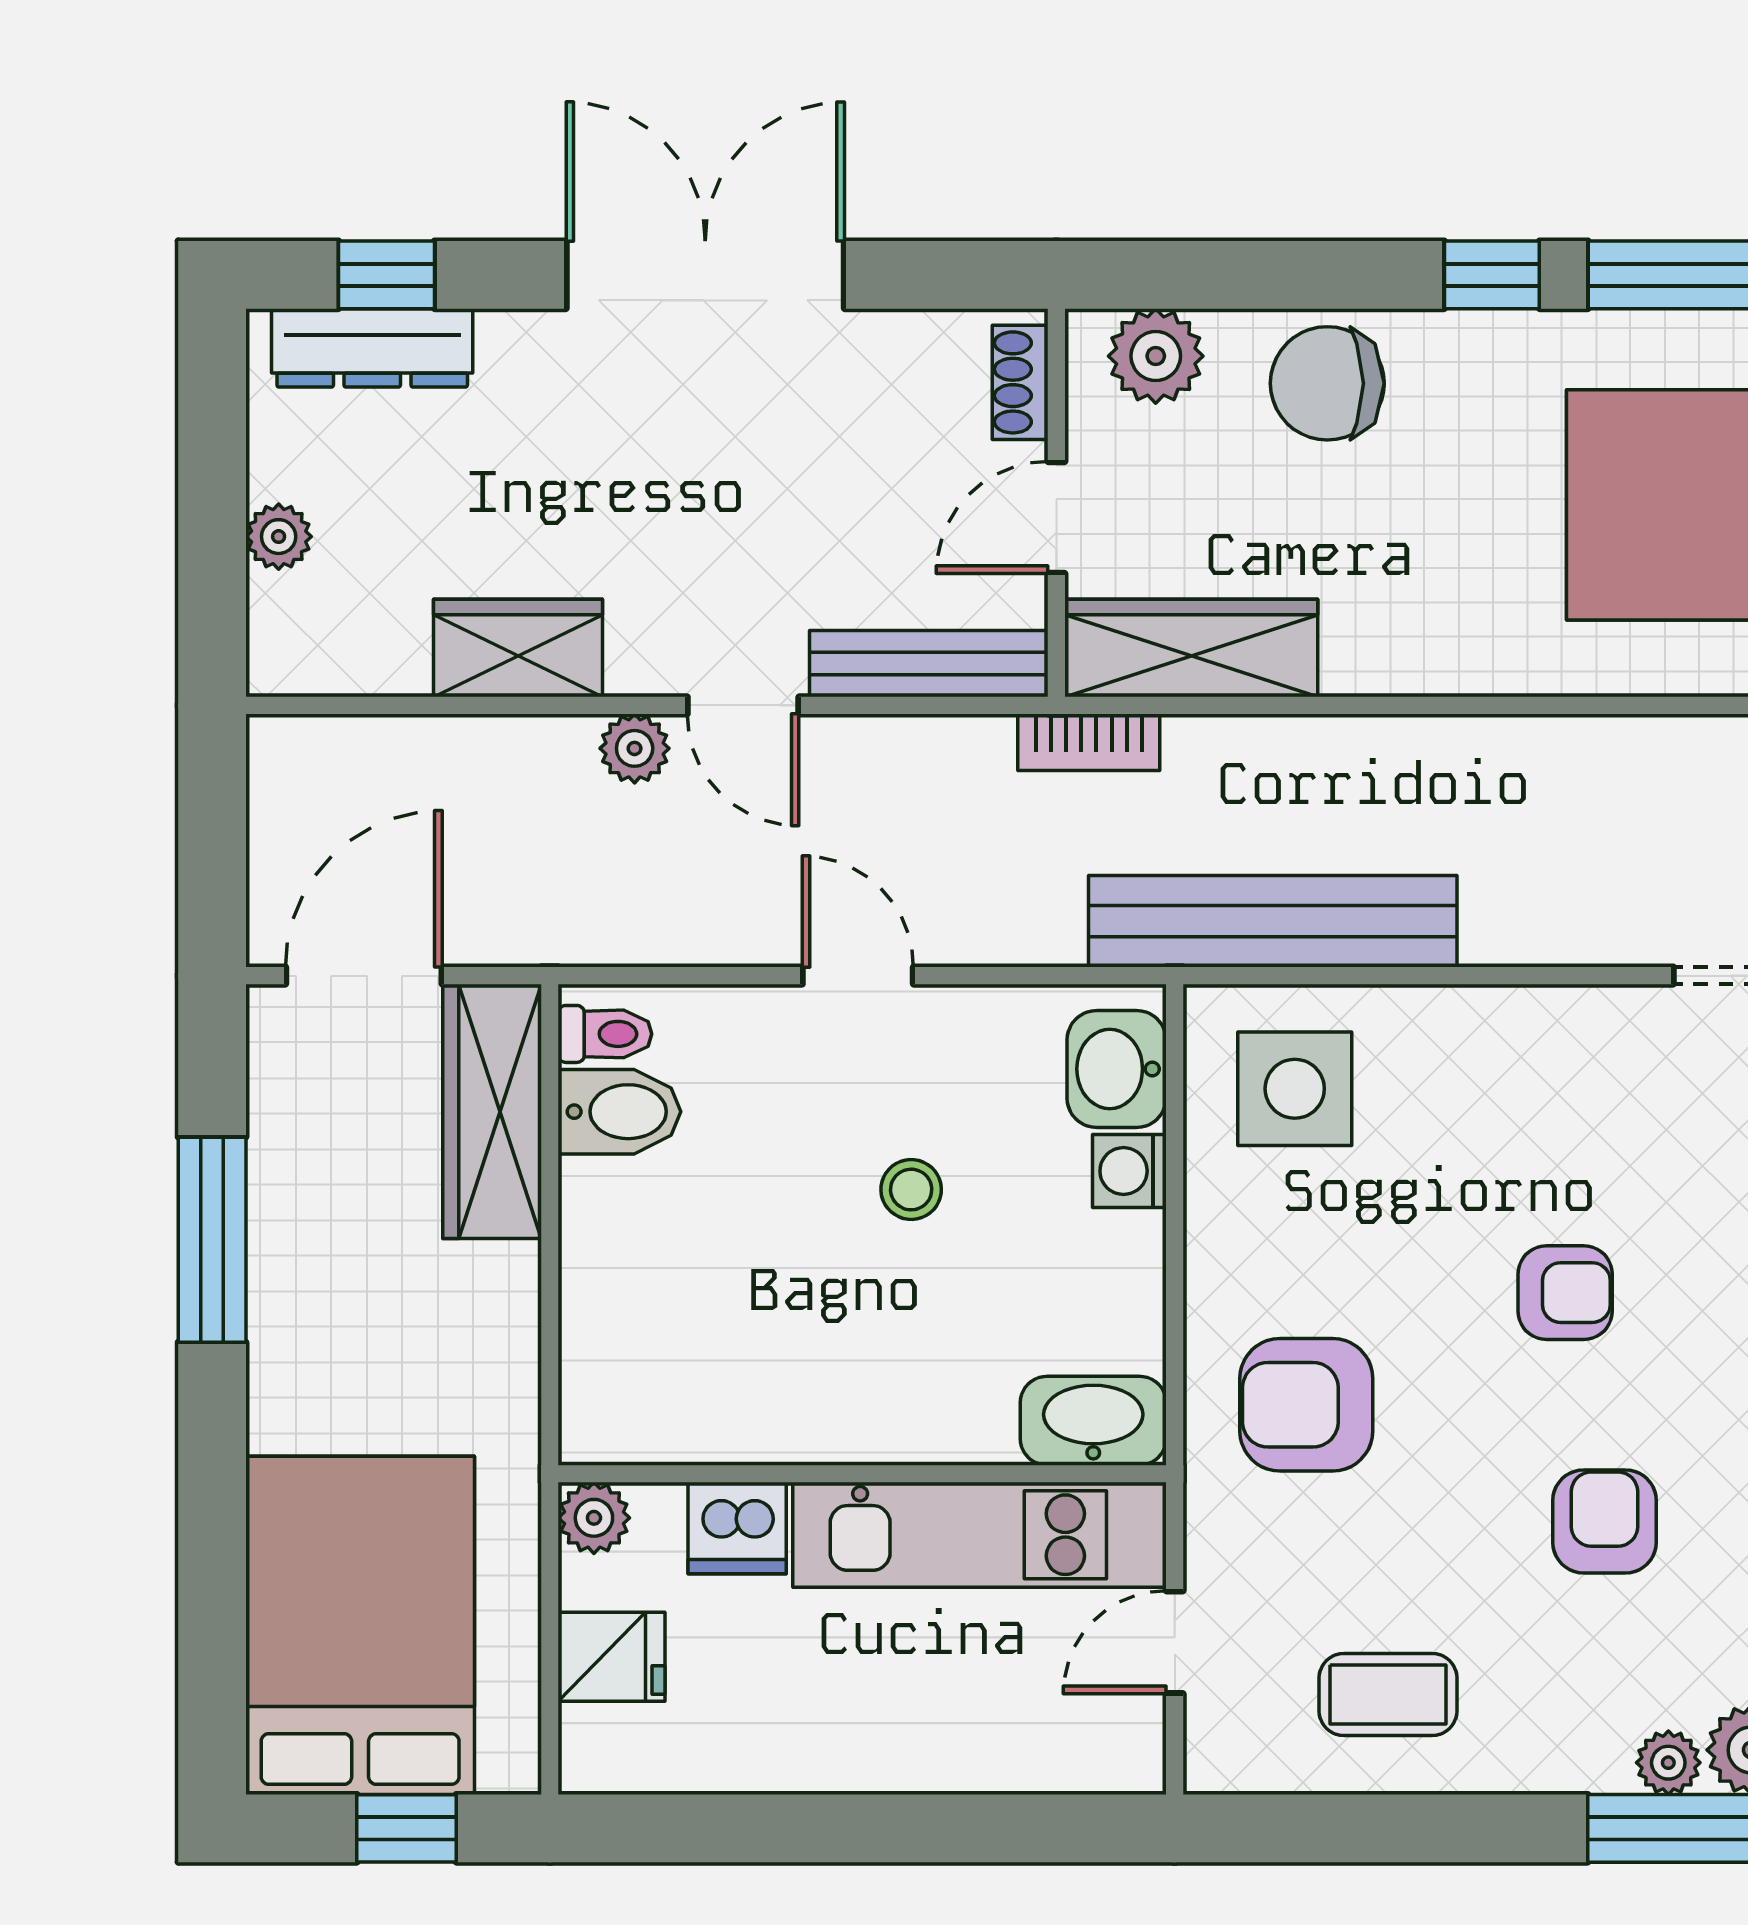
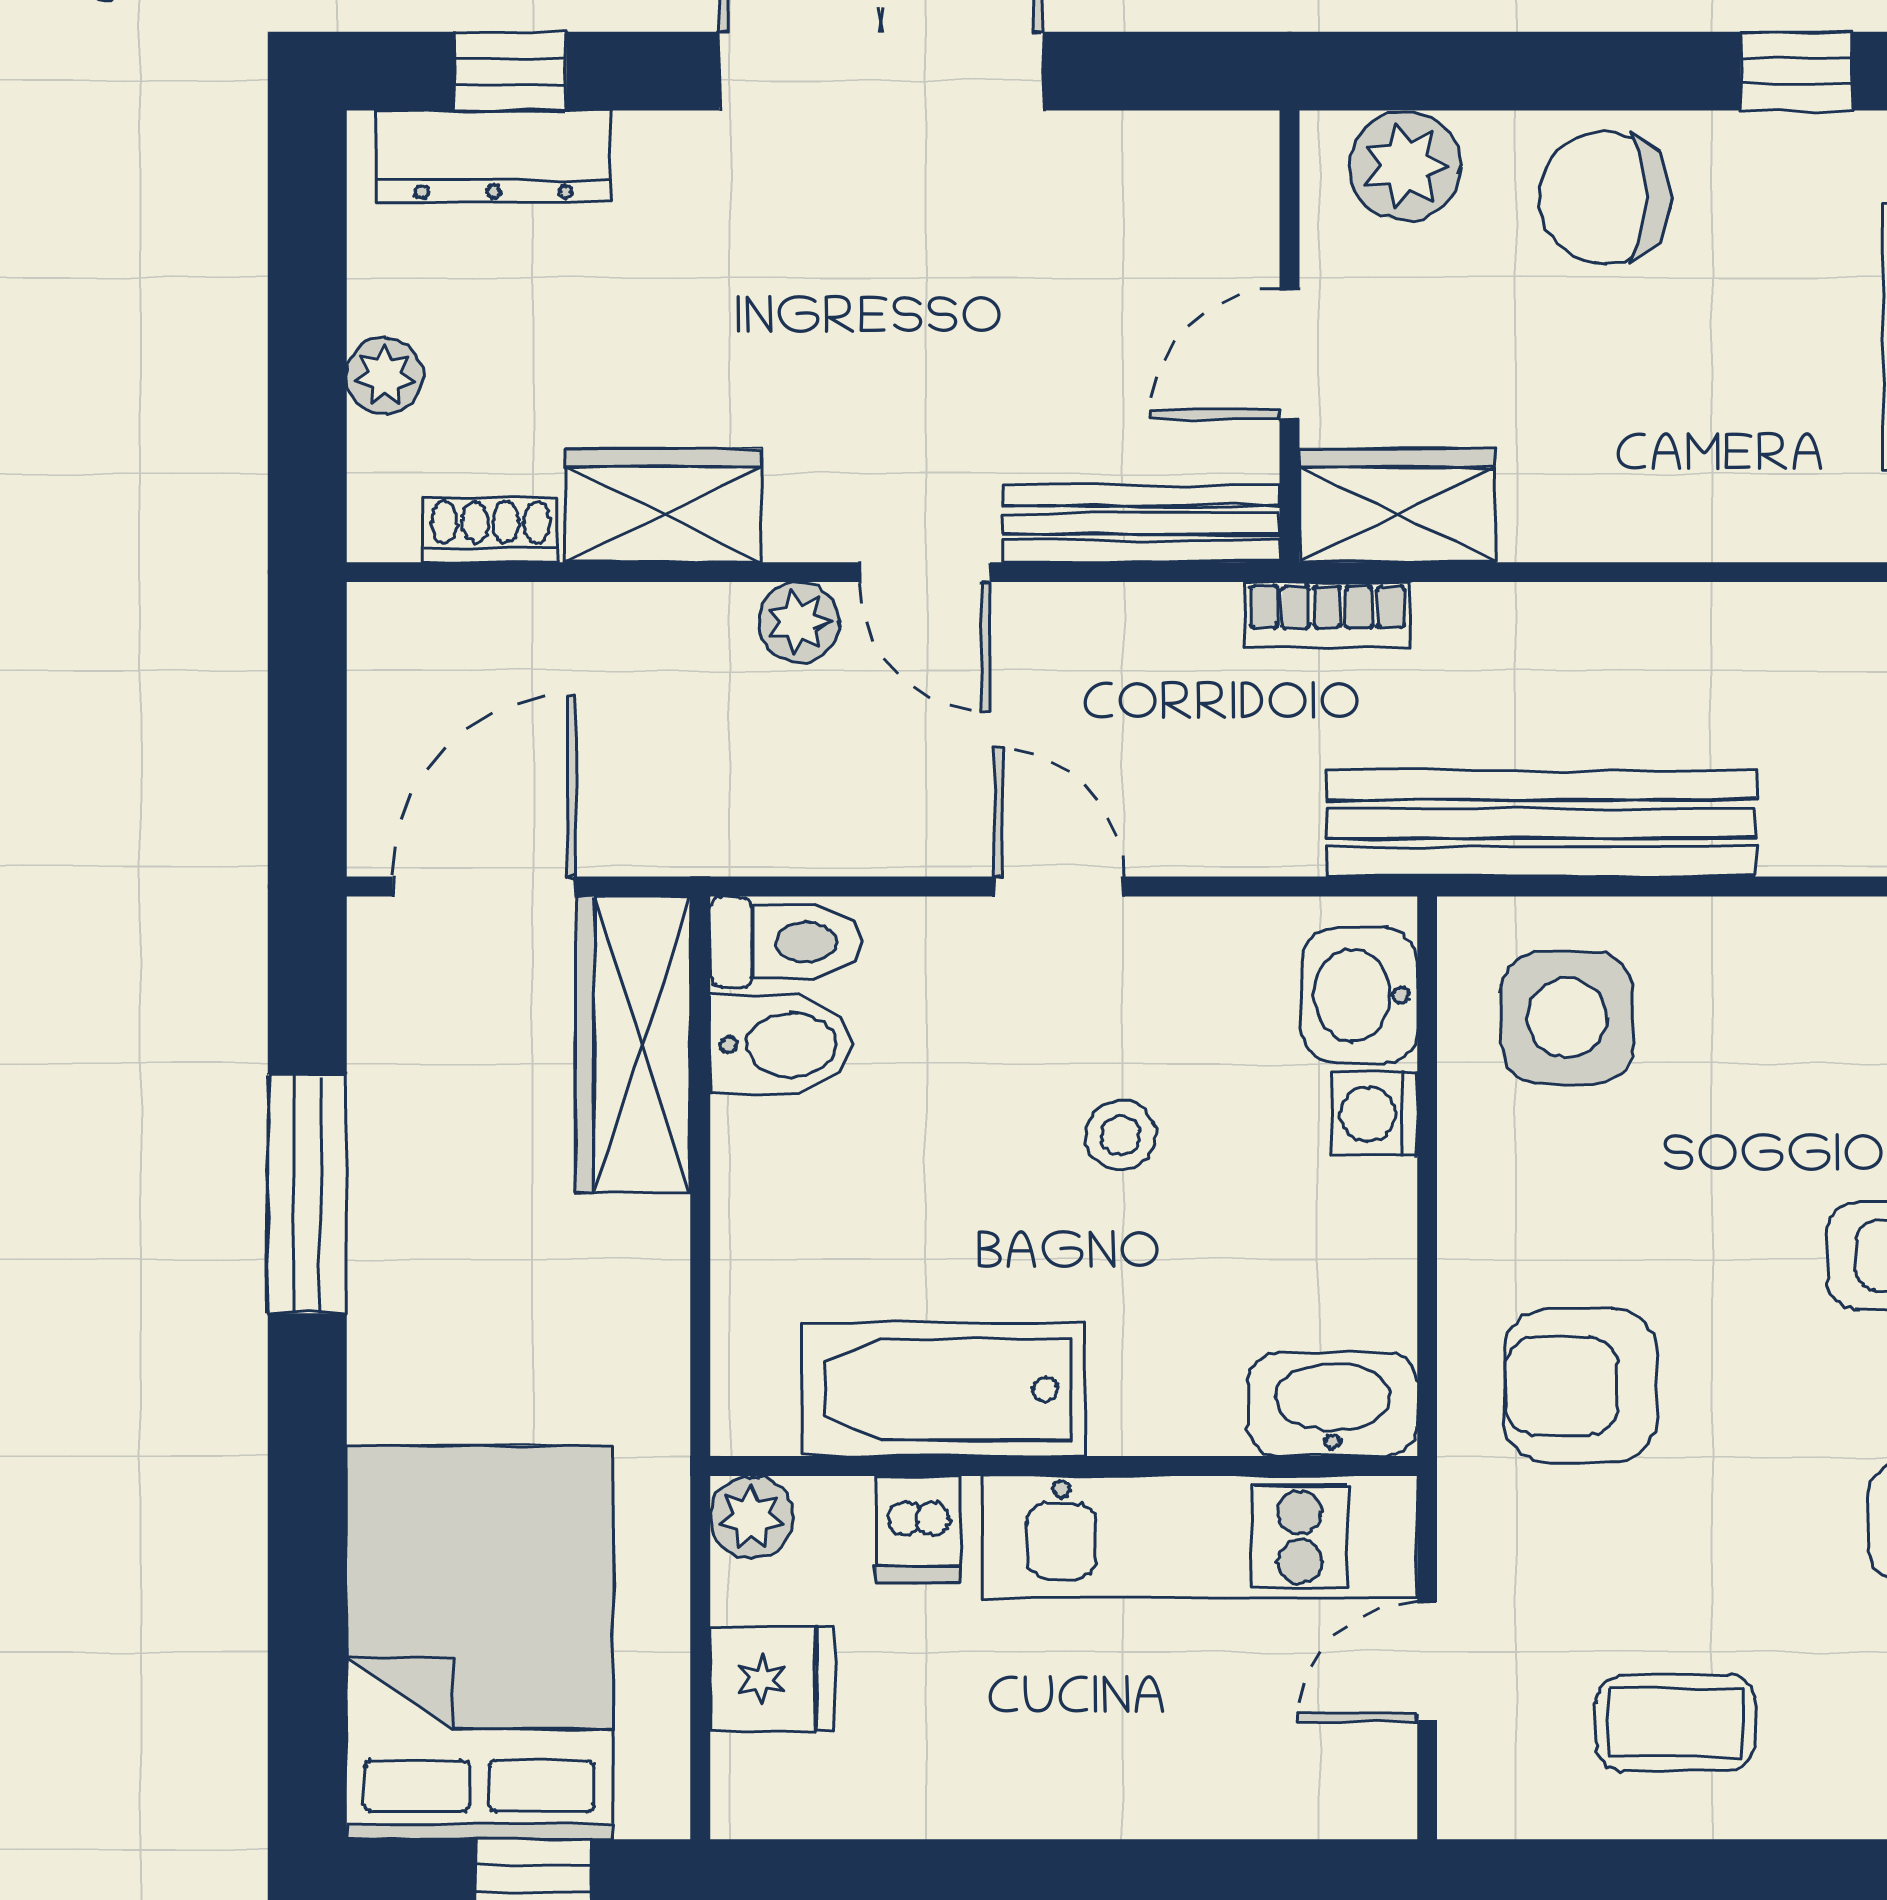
shoe rack: (1020, 382) -> (491, 530), moved, turned 90
wardrobe: (1191, 648) -> (1397, 505), width x0.67
toilet: (605, 1034) -> (785, 942), width x1.37, depth x1.39
bathtub: (759, 1408) -> (944, 1390), added
dishwasher: (737, 1528) -> (918, 1529), width x0.73

